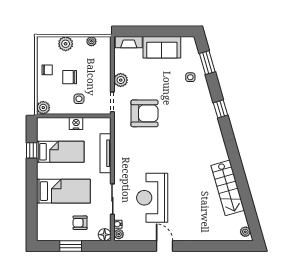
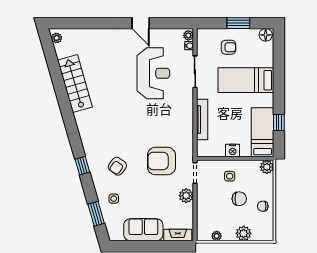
armchair: (187, 108) -> (117, 166), added
bed: (60, 152) -> (263, 132), moved, turned 90
floor lamp: (105, 235) -> (266, 35), moved

